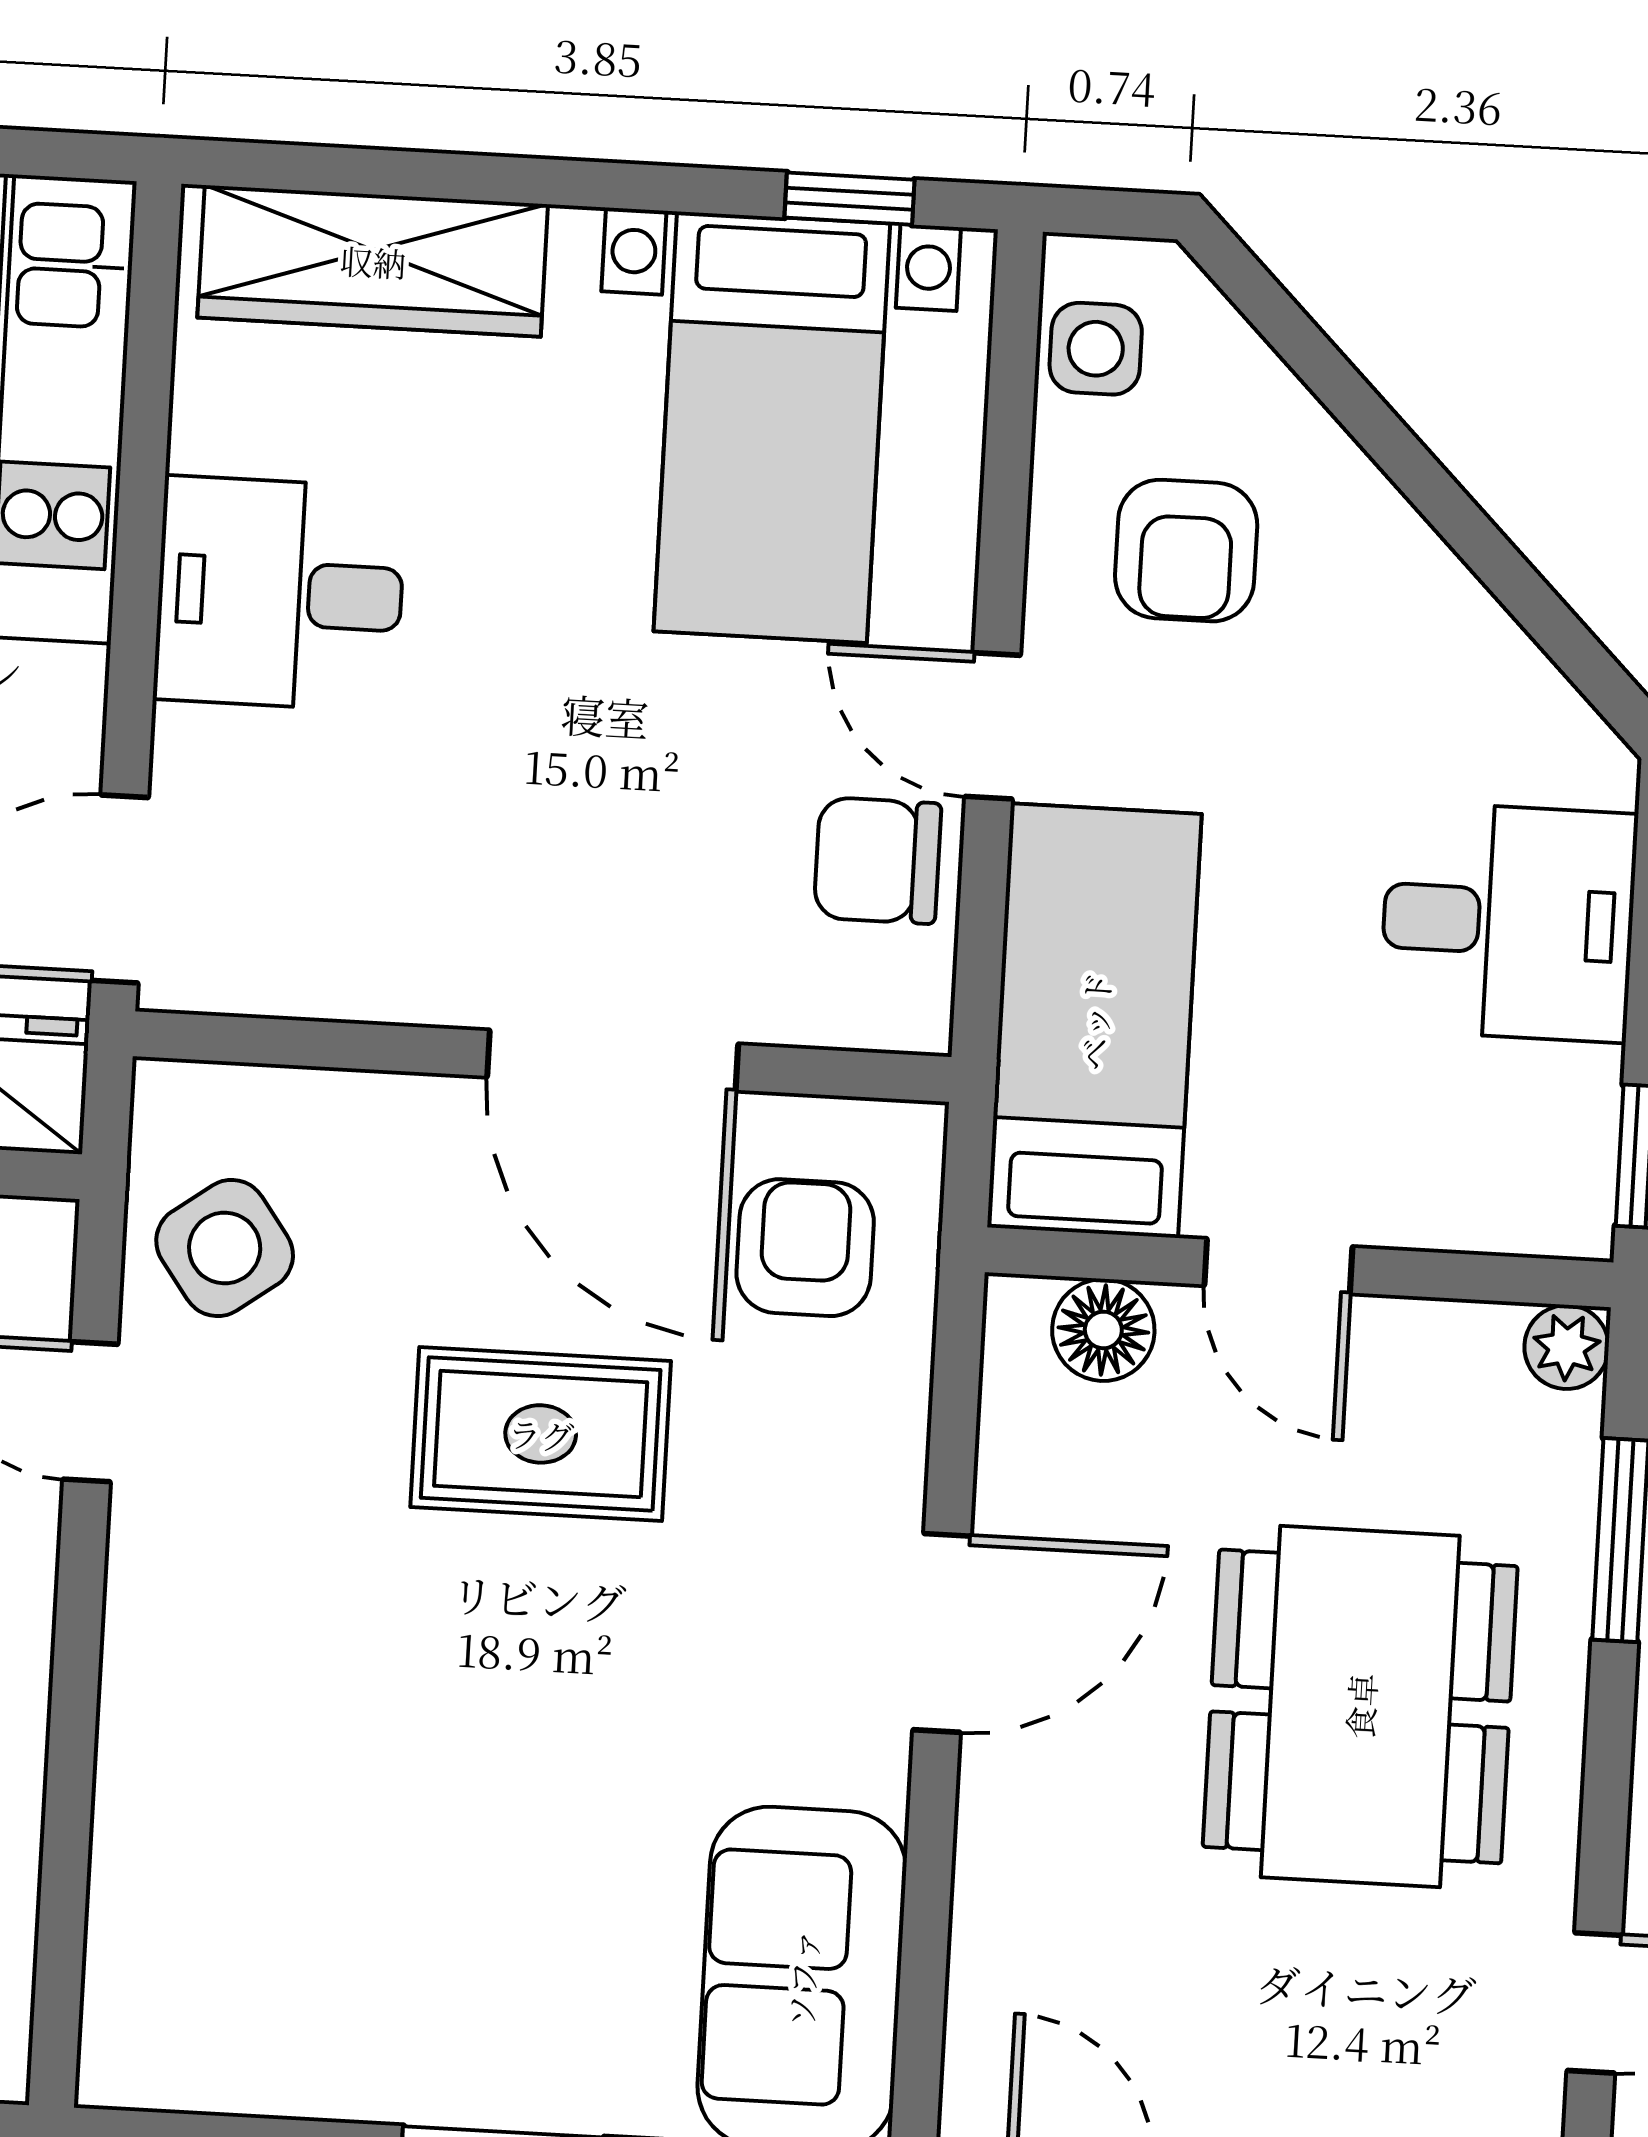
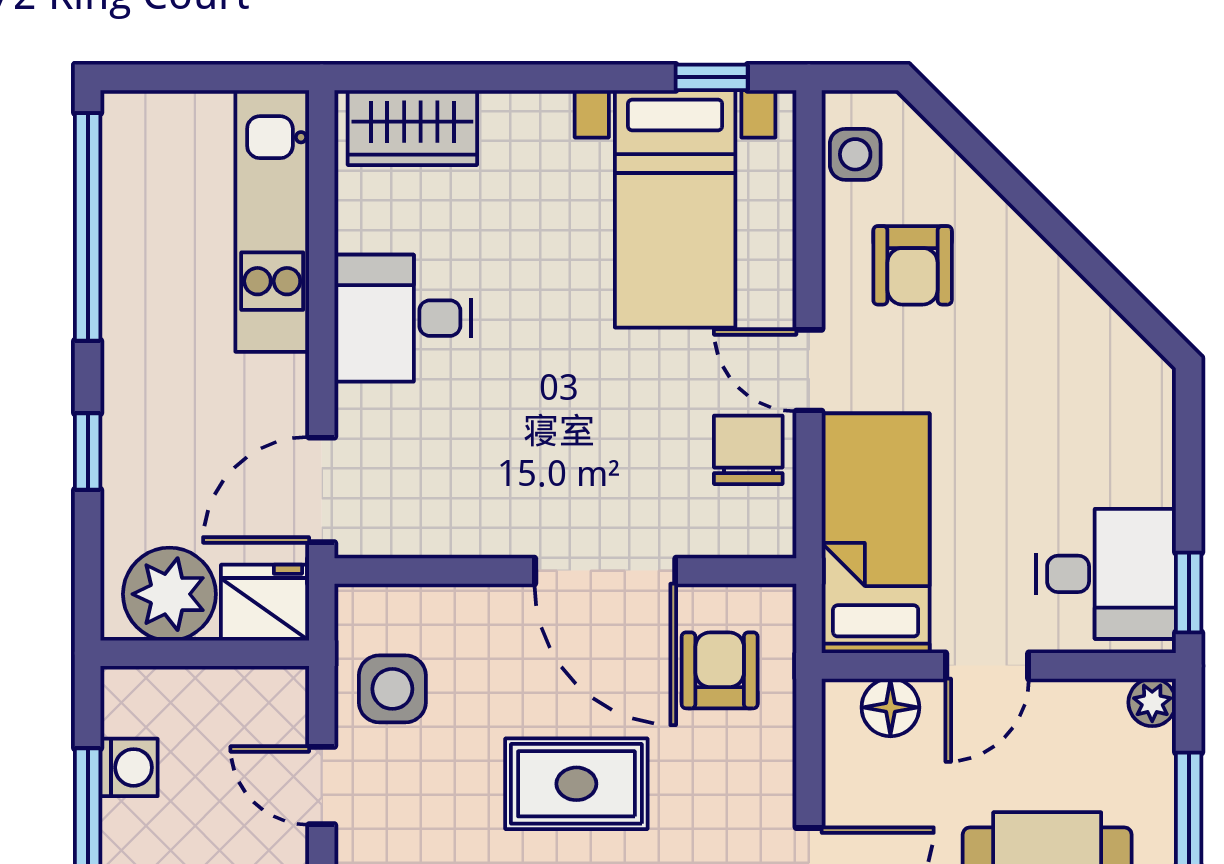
wardrobe: (373, 261) -> (412, 128), width x0.67
chair: (877, 861) -> (748, 450), turned 90
desk: (1508, 922) -> (1106, 574), moved
side table: (225, 1248) -> (392, 689), turned 36
door: (1278, 1266) -> (987, 666), hinge flipped

